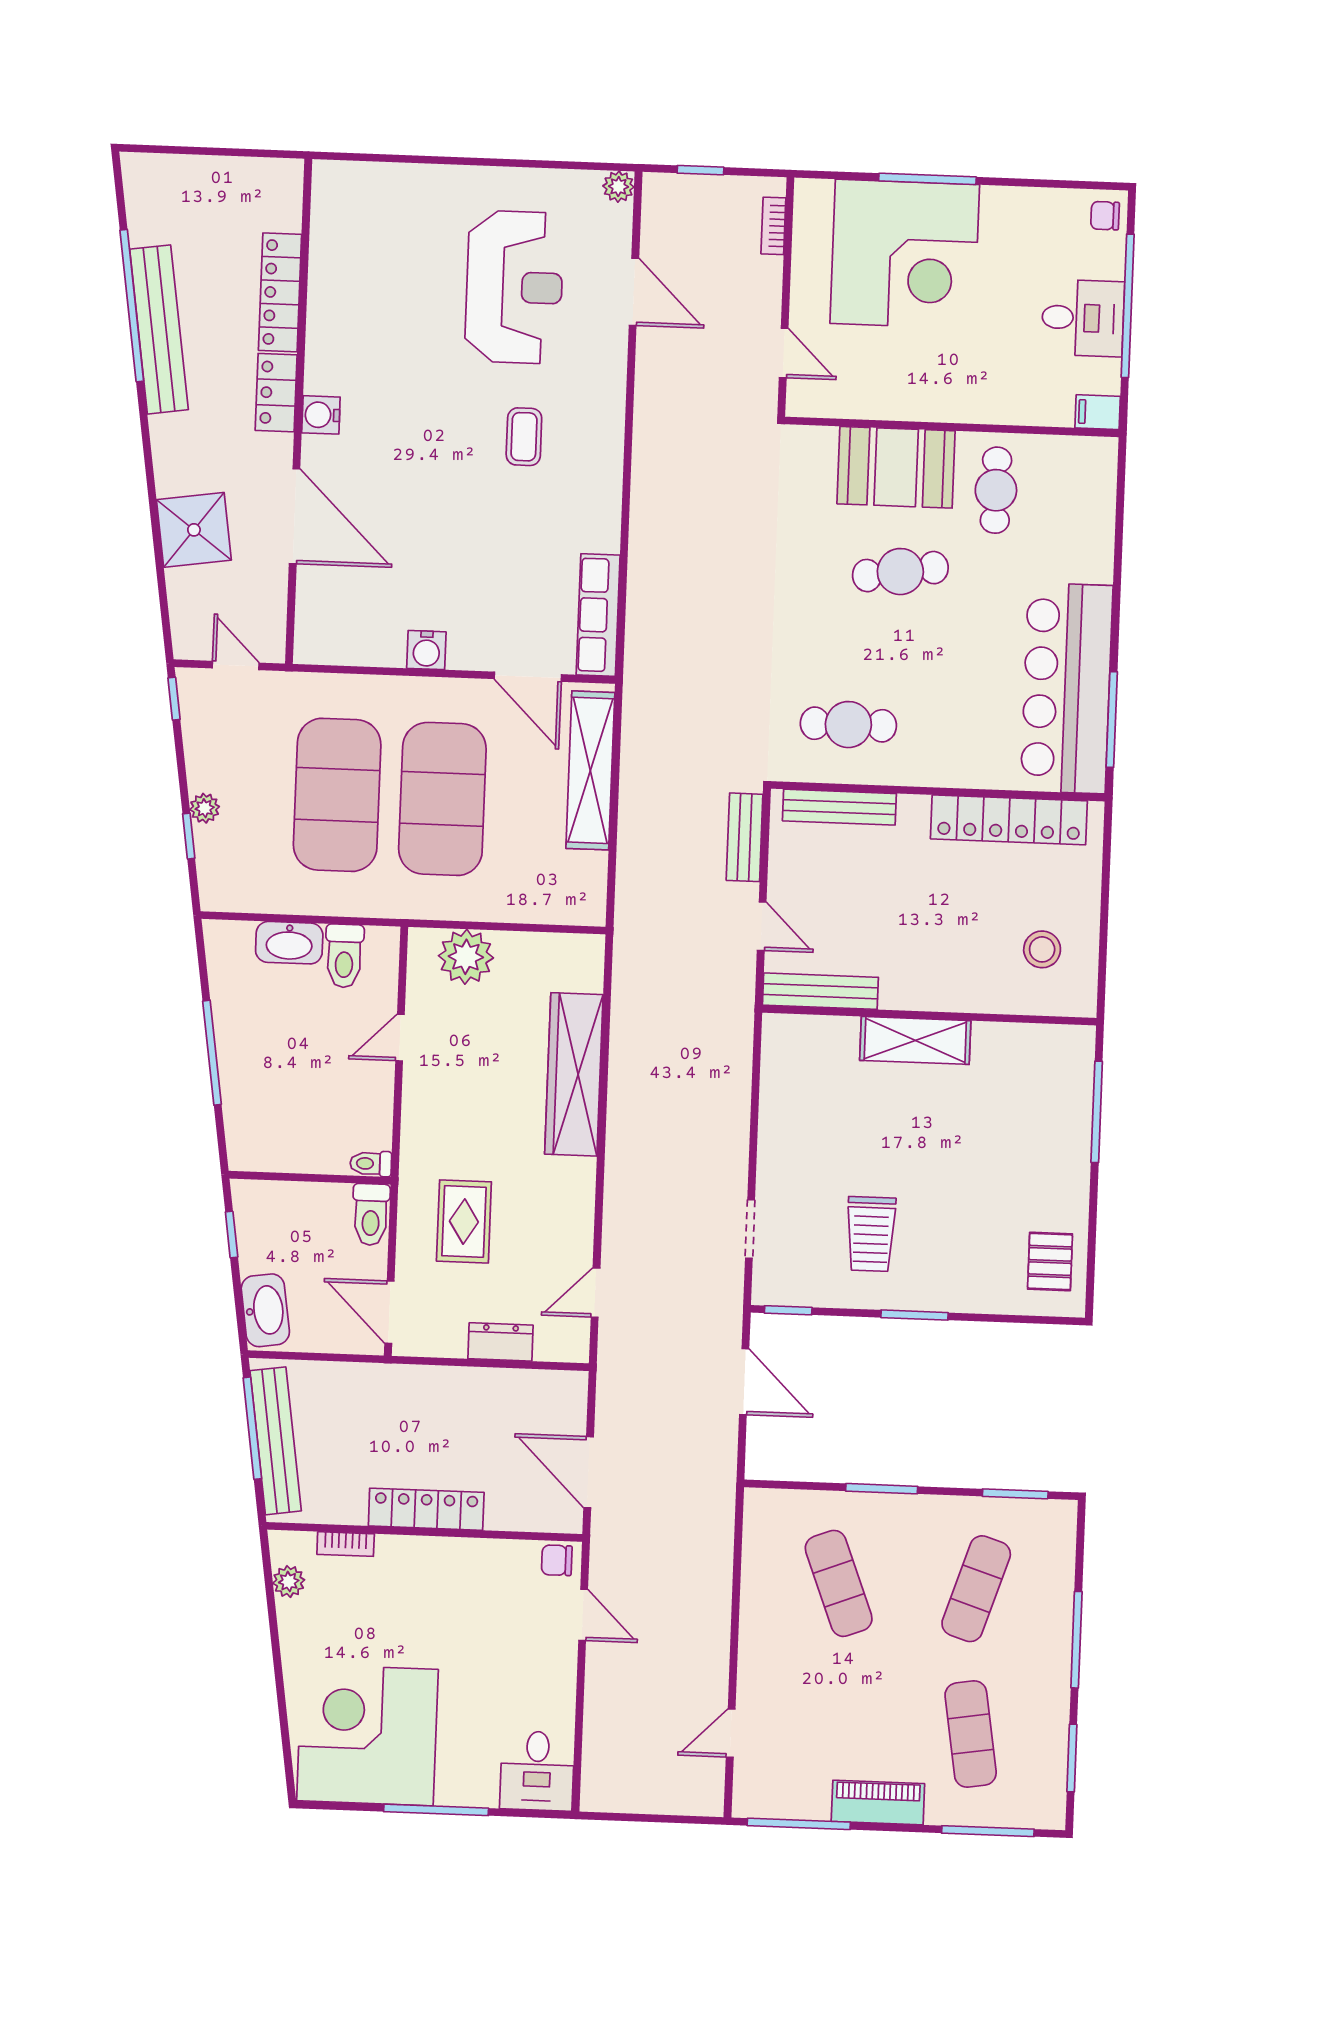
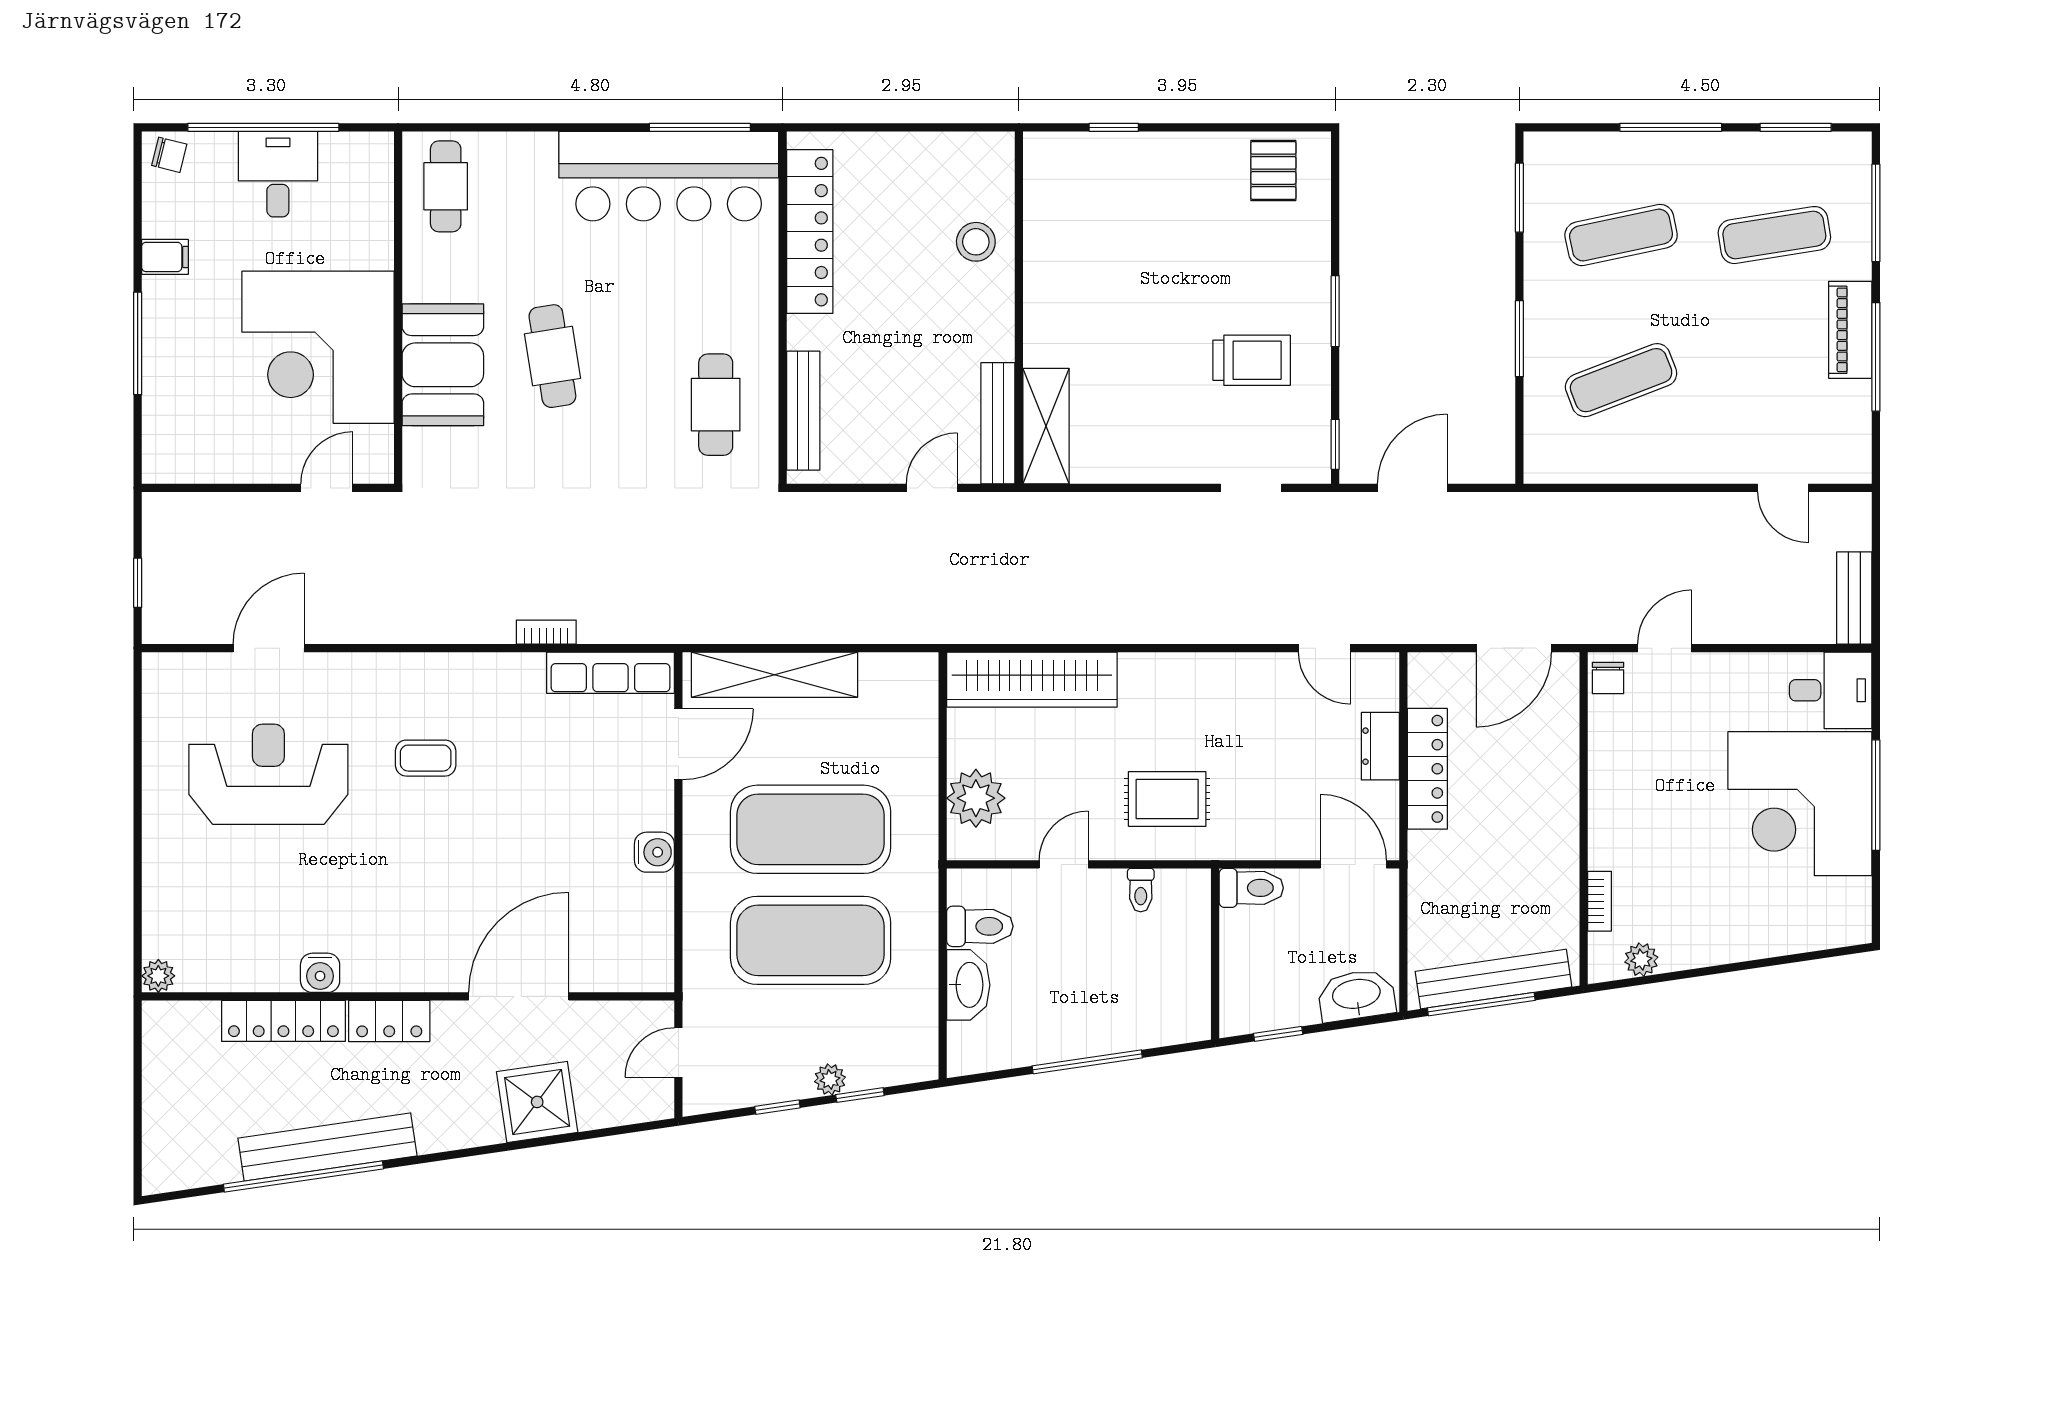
plant: (618, 187) -> (158, 976), moved
chair: (1105, 216) -> (169, 155), turned -76
bookcase: (773, 226) -> (546, 632), moved, turned 180
corner desk: (905, 254) -> (318, 347), moved, turned 180
filing cabinet: (1098, 412) -> (165, 257), moved, turned -90
water cooler: (321, 415) -> (320, 973), moved
cafe table: (996, 490) -> (446, 186), moved, turned 90
window: (174, 699) -> (777, 1107), moved
bench: (745, 837) -> (1854, 598), moved, turned 90
stool: (1042, 949) -> (976, 242), moved
door: (400, 1038) -> (1064, 864), swing flipped
shelving: (915, 1040) -> (1046, 426), moved
wardrobe: (574, 1074) -> (1032, 680), moved
window: (1097, 1112) -> (1114, 127), width x0.46
toilet: (371, 1164) -> (1141, 890), moved
rug: (464, 1222) -> (1167, 799), moved
pallet: (1050, 1261) -> (1273, 170), turned 90
door: (389, 1312) -> (1353, 864), swing flipped
locker: (426, 1509) -> (1427, 769), moved, turned 180
exercise mat: (976, 1589) -> (1621, 235), turned -30
corner desk: (367, 1735) -> (1800, 804), moved
window: (799, 1824) -> (1876, 357), moved

